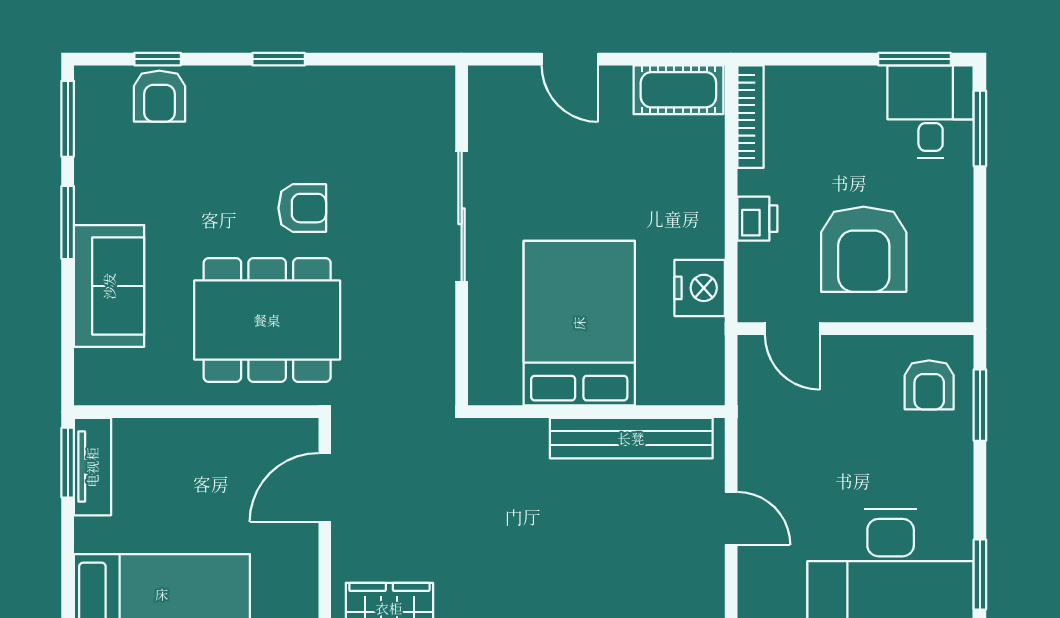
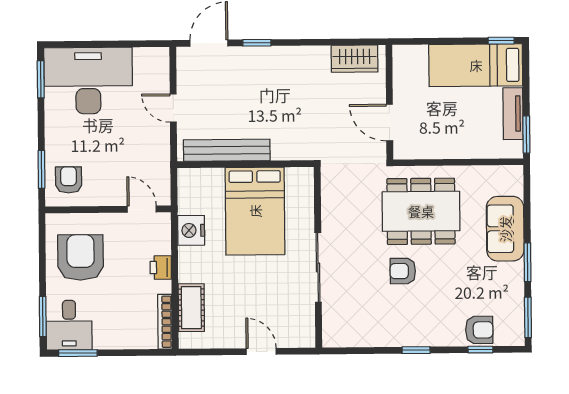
cot: (678, 90) -> (191, 308), moved, turned 90
armchair: (159, 96) -> (479, 330), turned 90
armchair: (864, 249) -> (81, 257), moved
tv unit: (92, 467) -> (513, 114), moved
door: (325, 488) -> (390, 123), swing flipped

